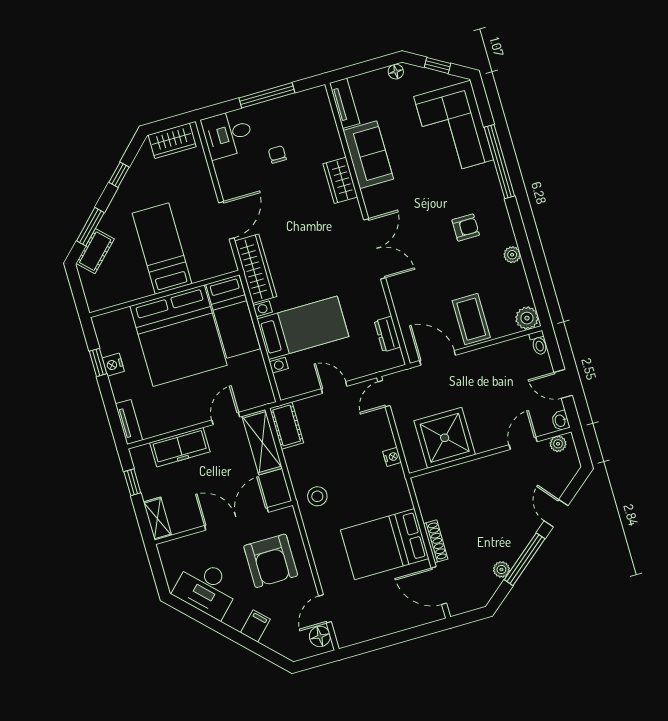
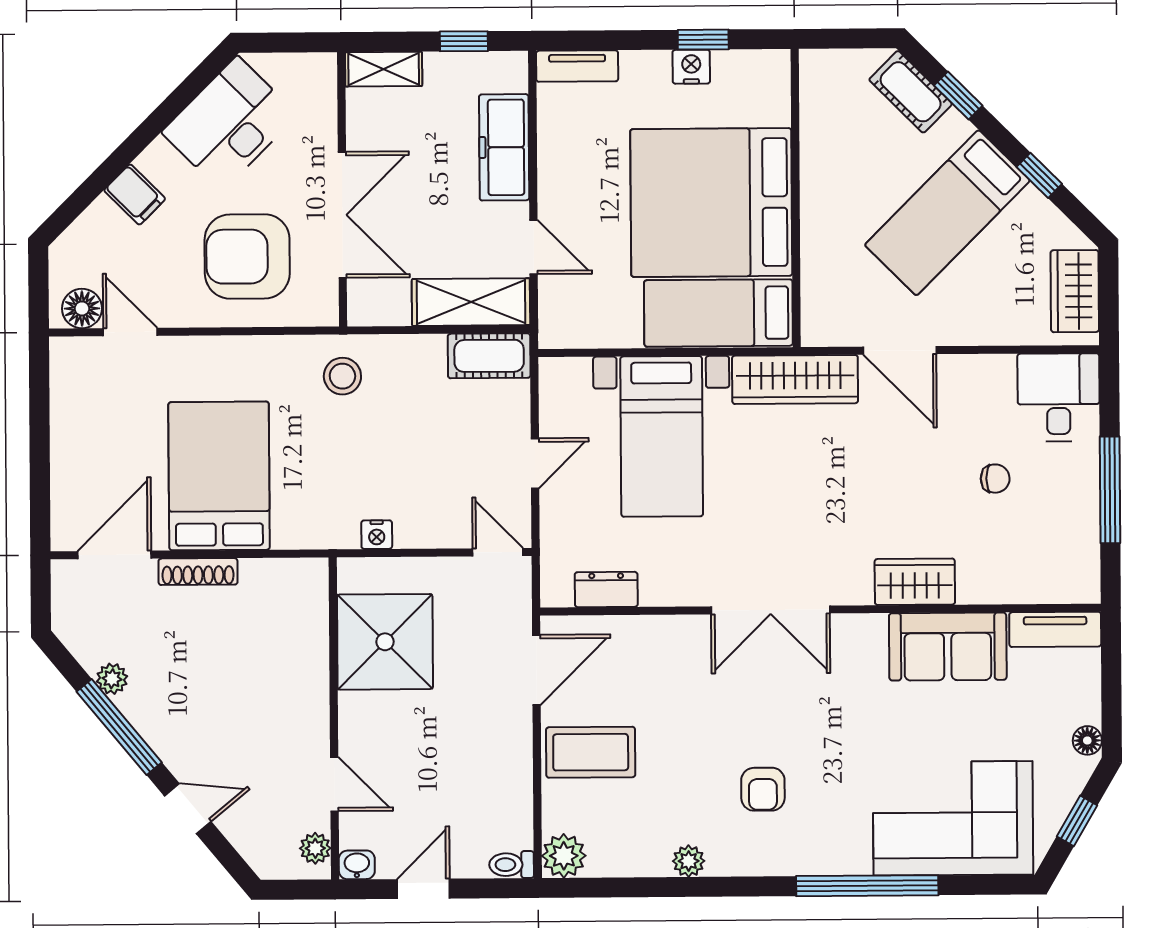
window: (90, 227) -> (958, 95), width x0.67
bed: (162, 248) -> (947, 213), moved, turned 135

